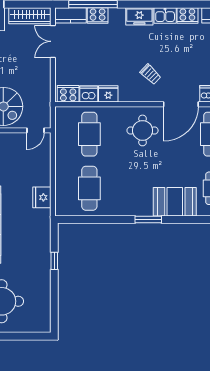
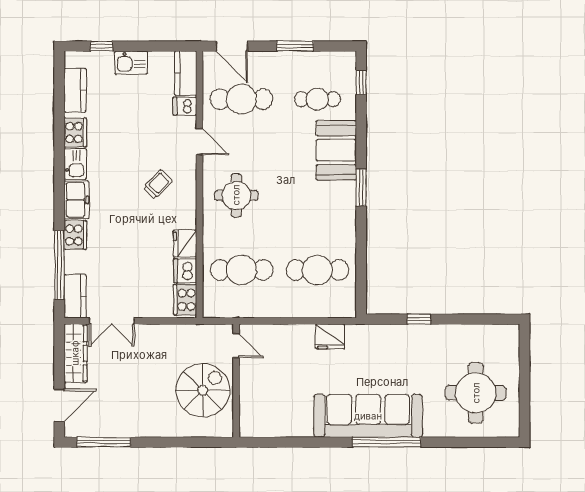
cooker: (98, 16) -> (75, 235), moved
door: (181, 104) -> (200, 142), width x0.53

